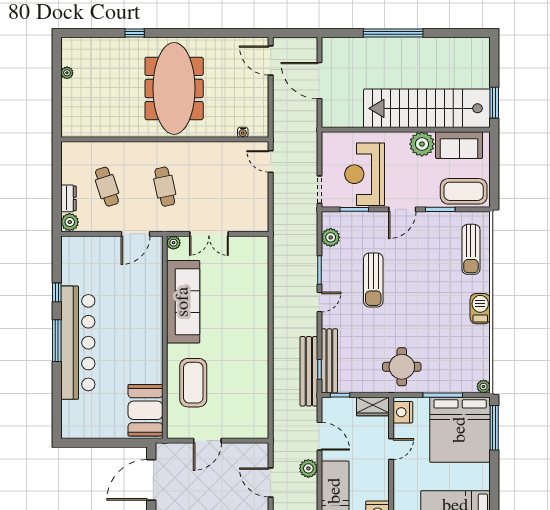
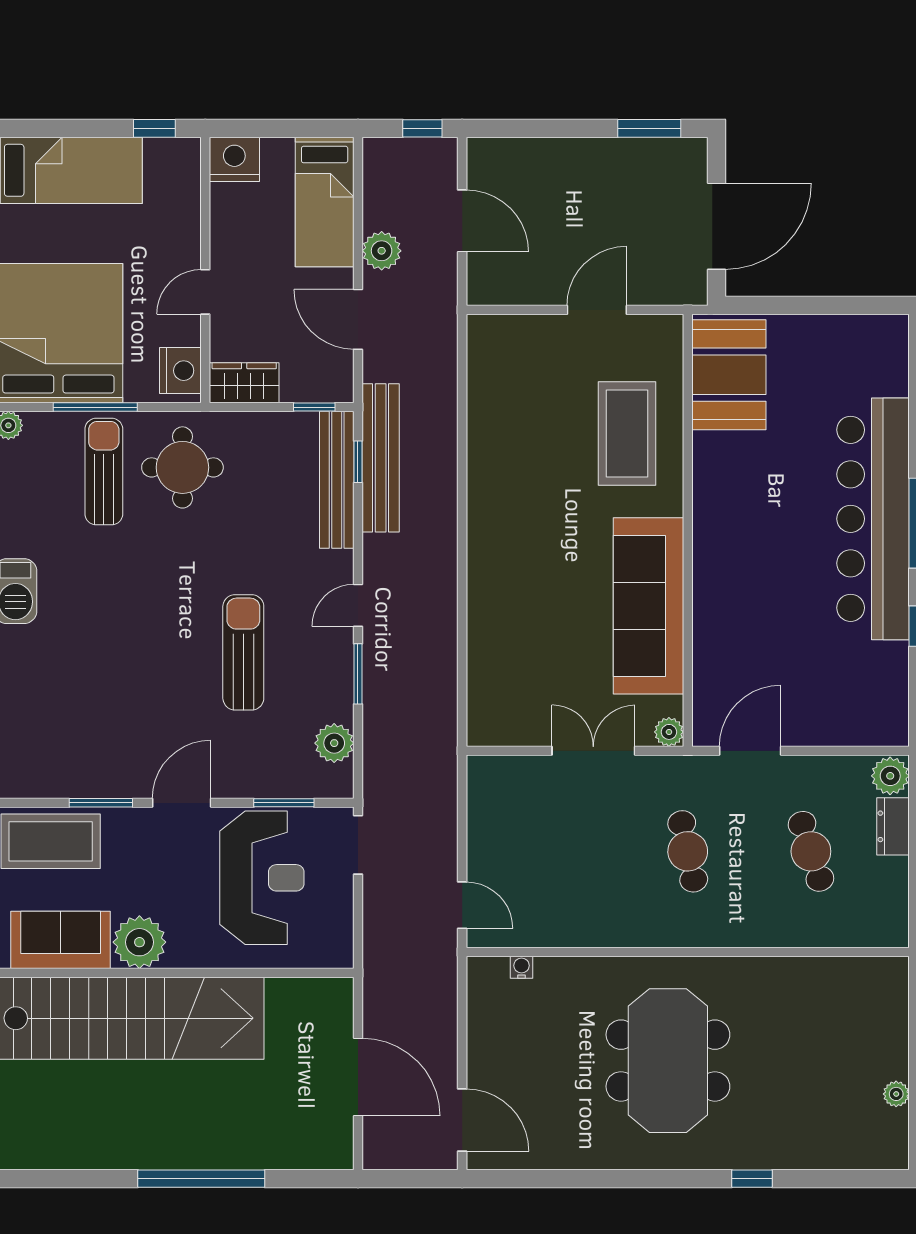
meeting table: (174, 88) -> (668, 1061), width x0.73
sun lounger: (471, 249) -> (104, 472), moved

